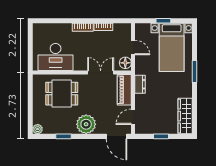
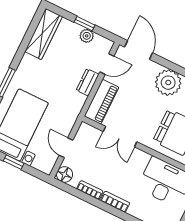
floor lamp: (125, 63) -> (65, 174), moved
dresser: (140, 84) -> (88, 82), moved
plant: (156, 129) -> (87, 36), added

